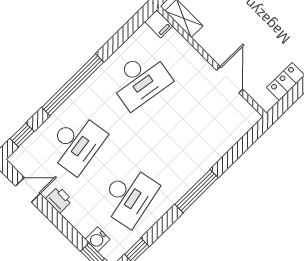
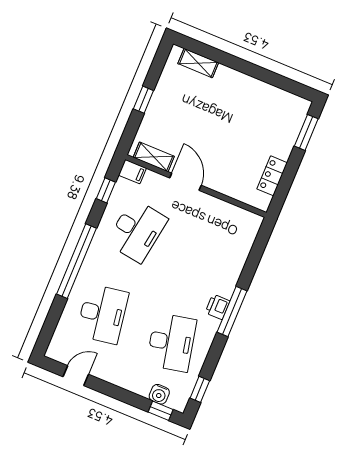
door: (230, 80) -> (185, 182), moved
window: (22, 135) -> (106, 190), moved
printer: (59, 200) -> (218, 307), moved, turned -90

